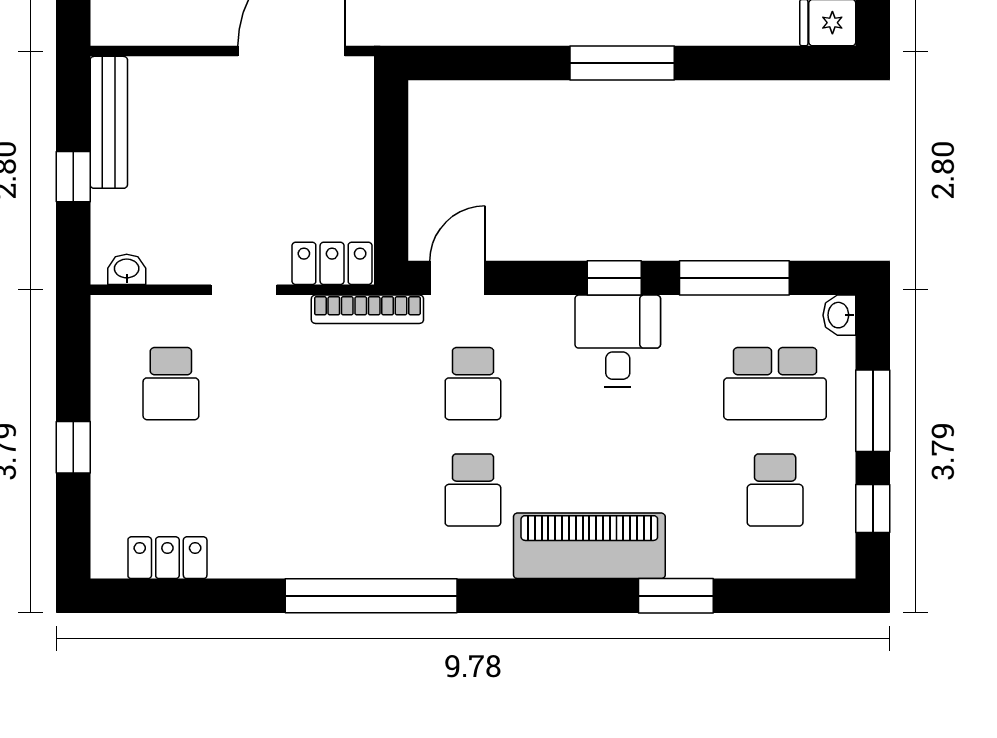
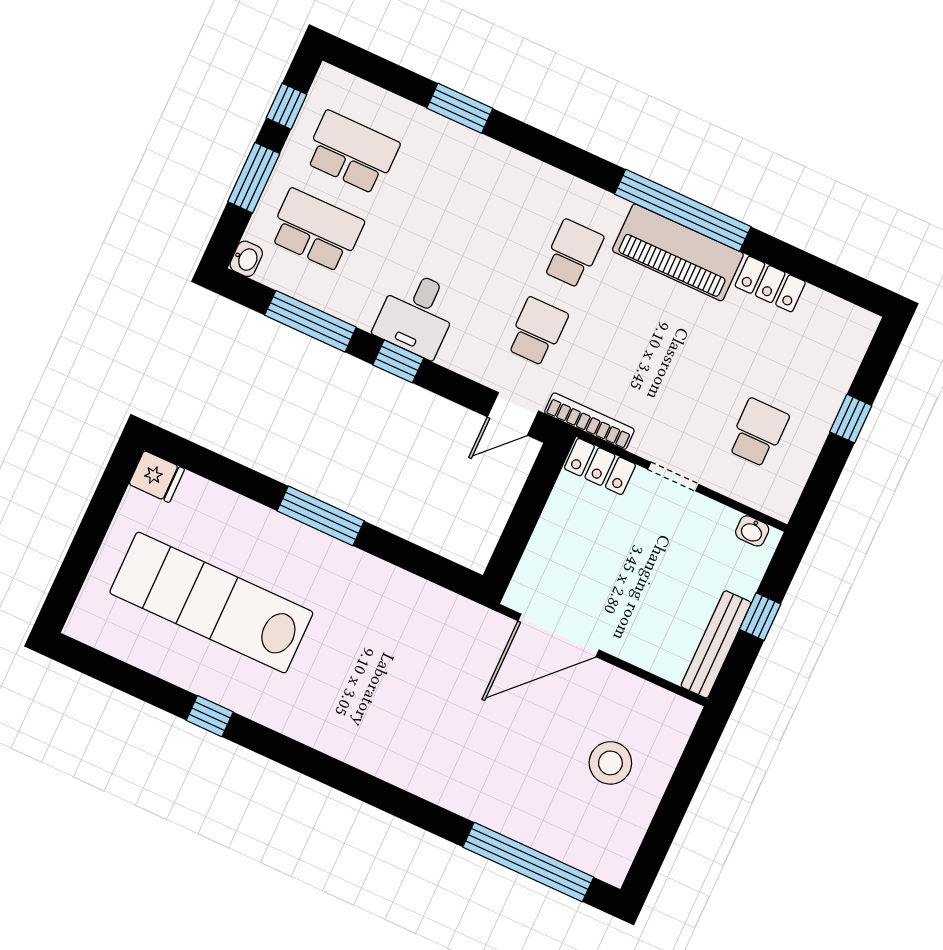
school desk: (775, 490) -> (352, 152), width x1.85
piano: (589, 546) -> (678, 252), moved
locker: (167, 558) -> (770, 284), moved

